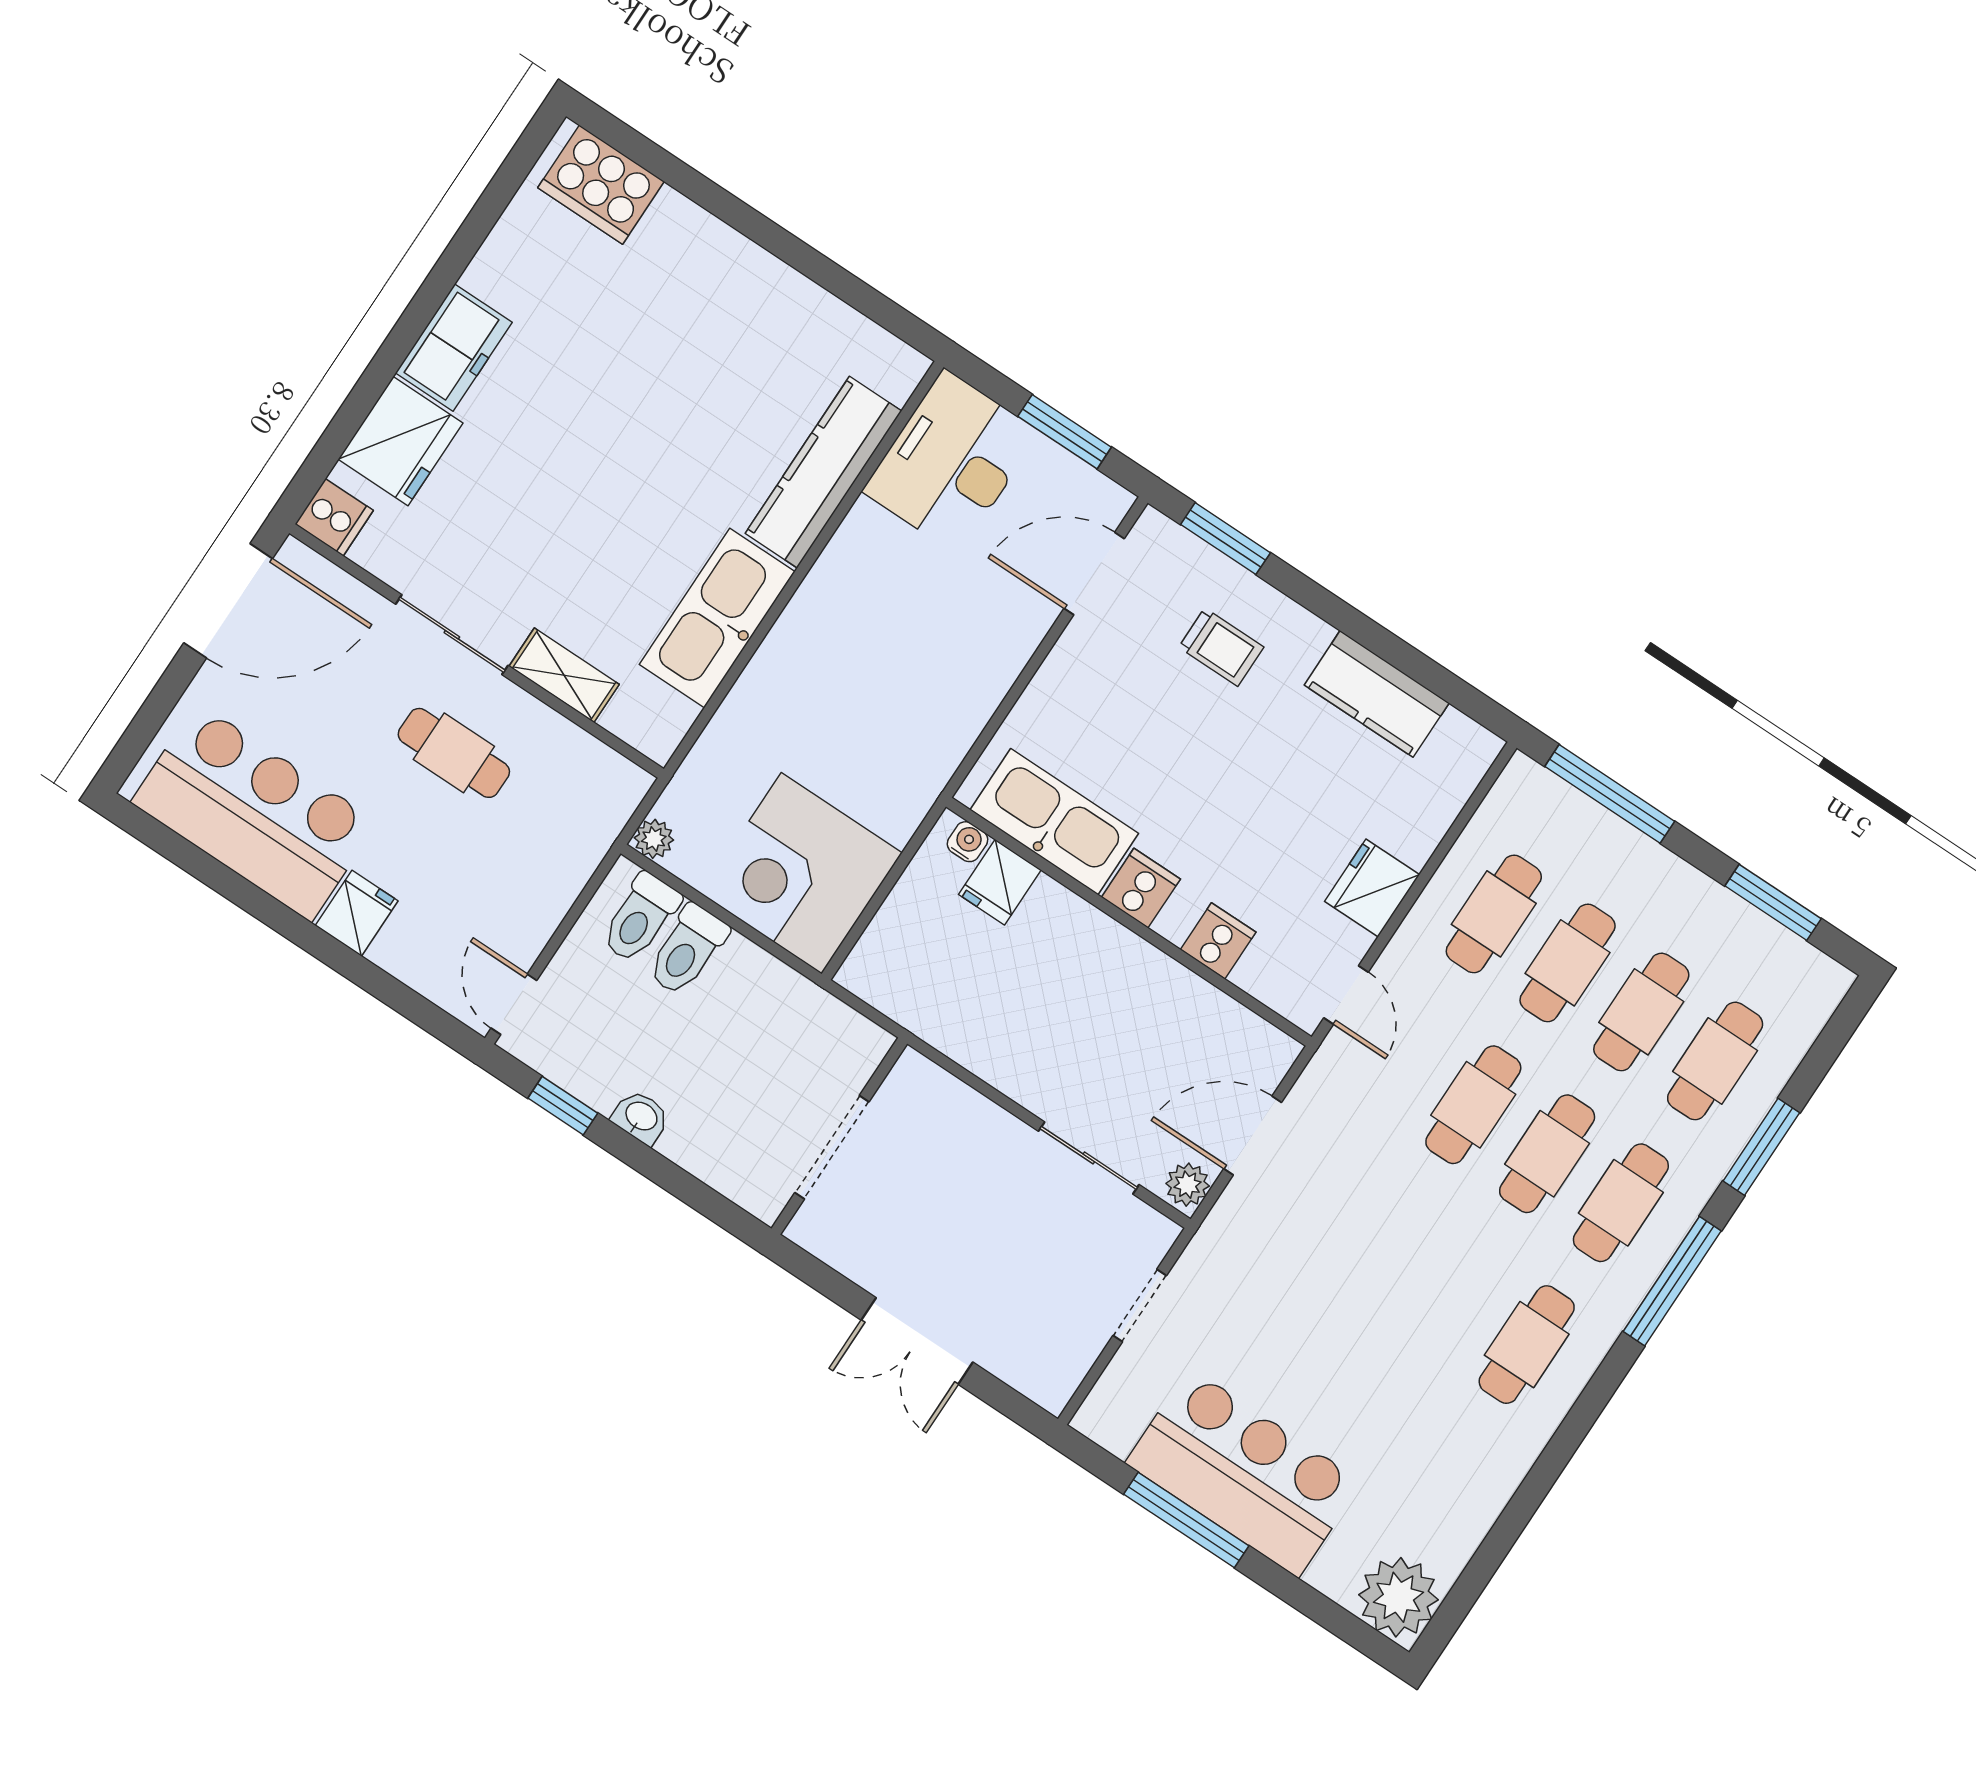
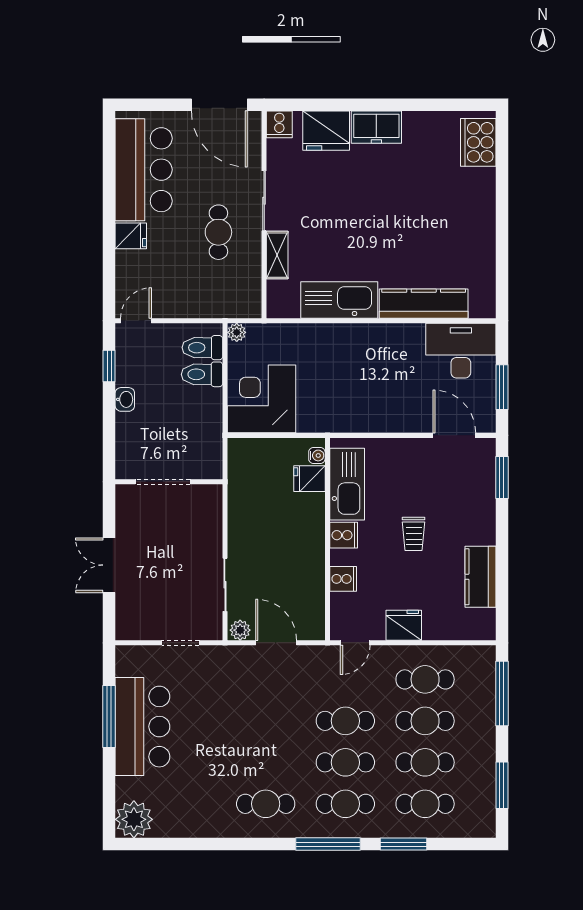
trolley: (1221, 647) -> (414, 534), moved

